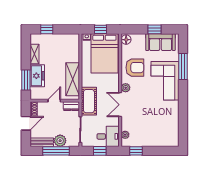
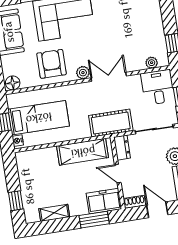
bed: (104, 53) -> (39, 118), width x0.67
freezer: (37, 76) -> (104, 201), moved
double door: (120, 105) -> (109, 77), swing flipped

